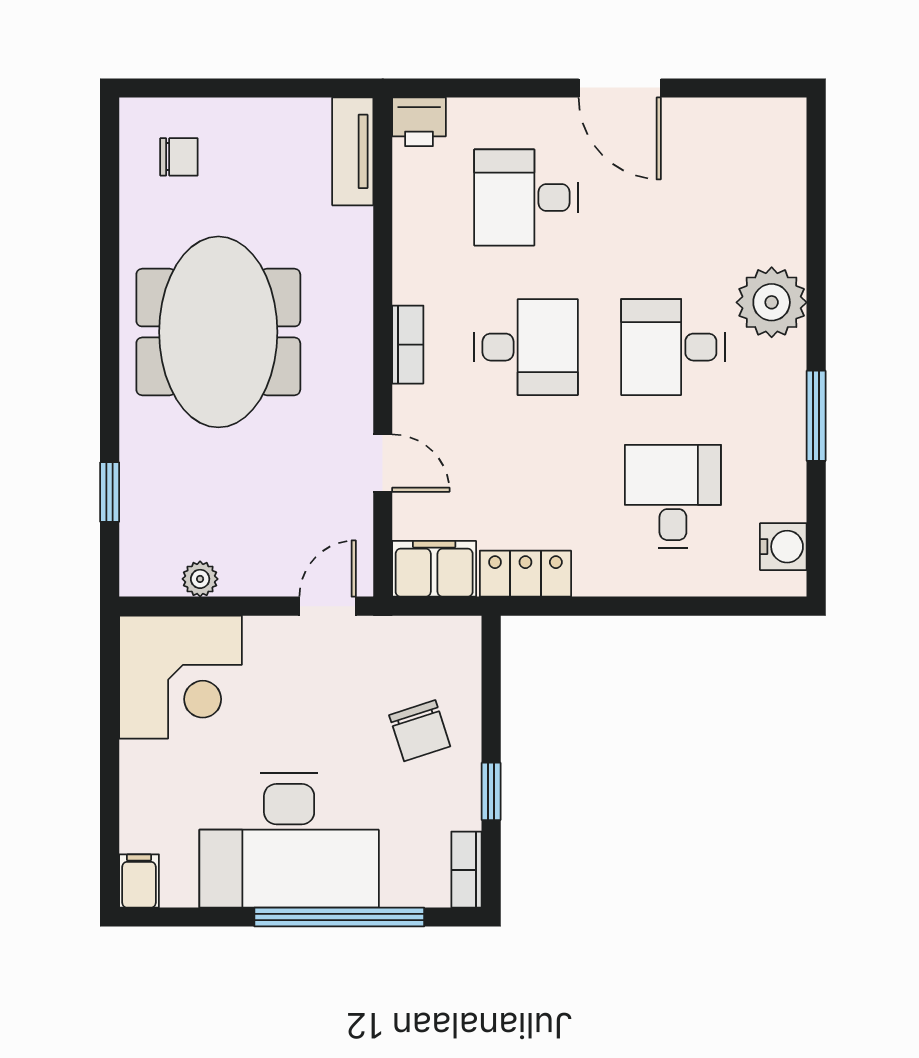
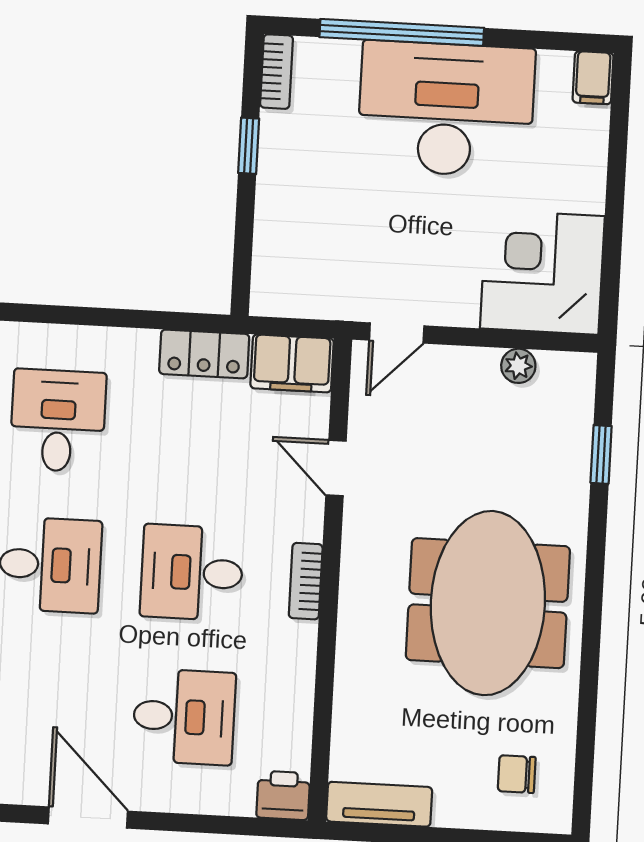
tv unit: (353, 151) -> (379, 804), moved, turned -90
desk: (673, 497) -> (58, 421), turned 180
chair: (420, 731) -> (314, 208), removed

